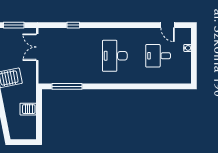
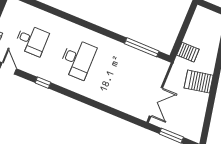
window: (73, 25) -> (43, 83), moved
server rack: (28, 109) -> (188, 52), moved

